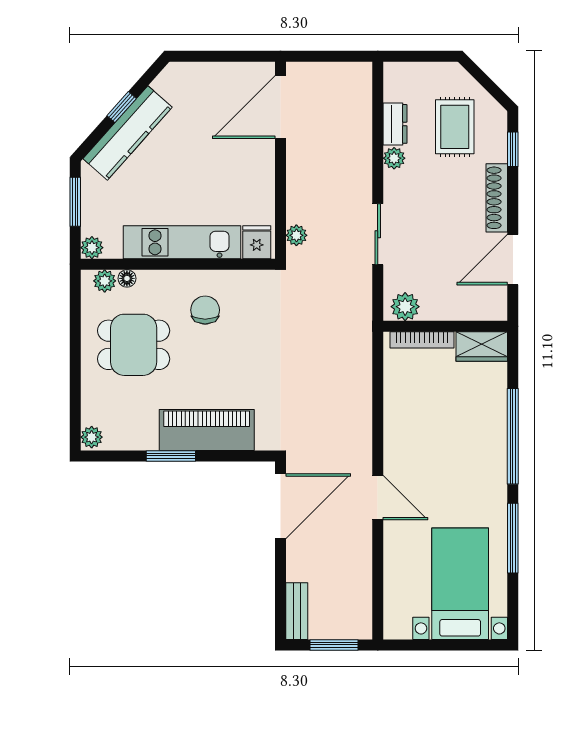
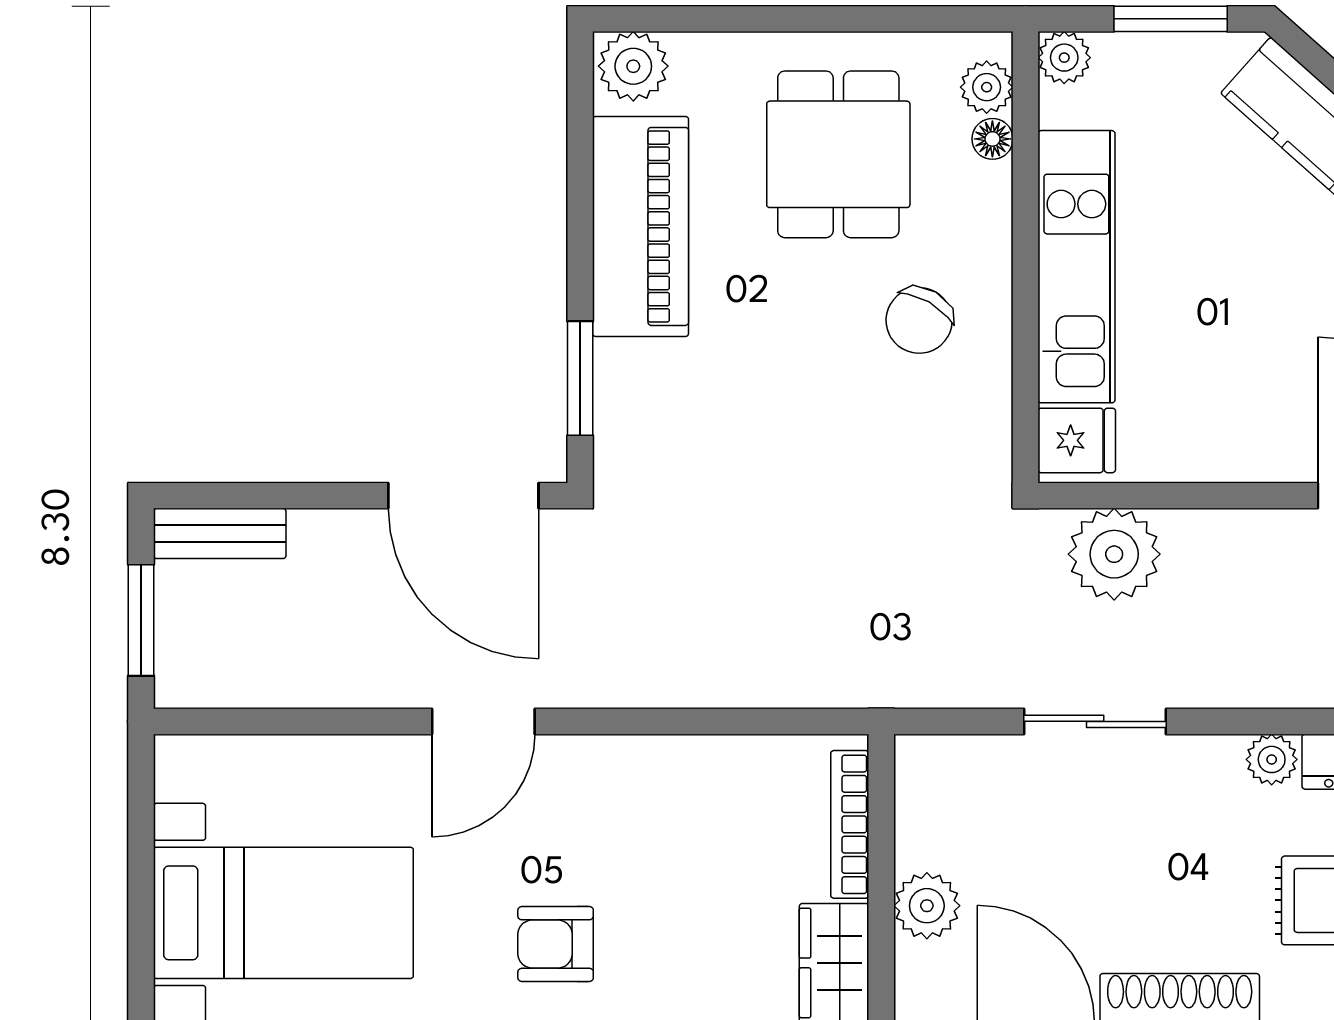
plant: (296, 235) -> (1114, 554), width x1.88, depth x1.88
plant: (405, 307) -> (927, 906), moved
chair: (205, 310) -> (919, 320), turned 120
piano: (207, 430) -> (641, 226), moved
plant: (92, 437) -> (633, 66), width x1.38, depth x1.38
window: (171, 456) -> (580, 378), moved
armchair: (474, 466) -> (556, 944), added

